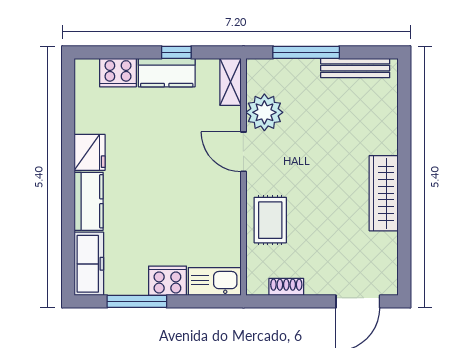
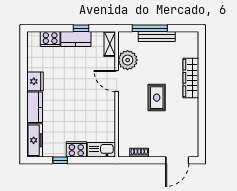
bench: (355, 68) -> (157, 37), moved
wardrobe: (384, 193) -> (191, 78), moved
rug: (270, 220) -> (157, 98), moved
window: (137, 301) -> (60, 160), width x0.46

